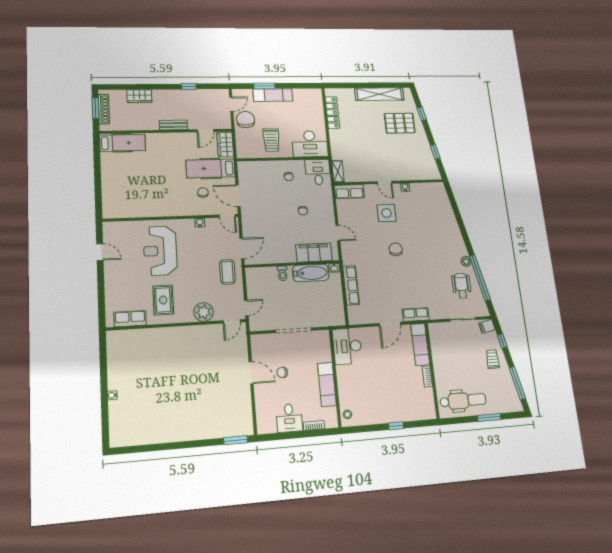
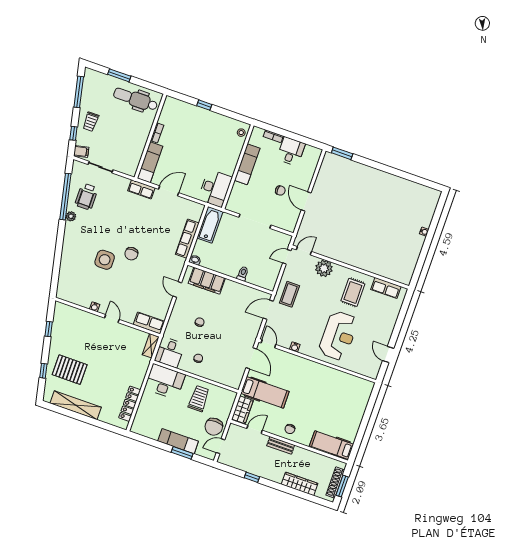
wardrobe: (139, 96) -> (300, 484), width x1.50
chair: (203, 192) -> (290, 429), moved
side table: (387, 213) -> (105, 260), moved
bathtub: (311, 273) -> (210, 225), moved, turned 90

